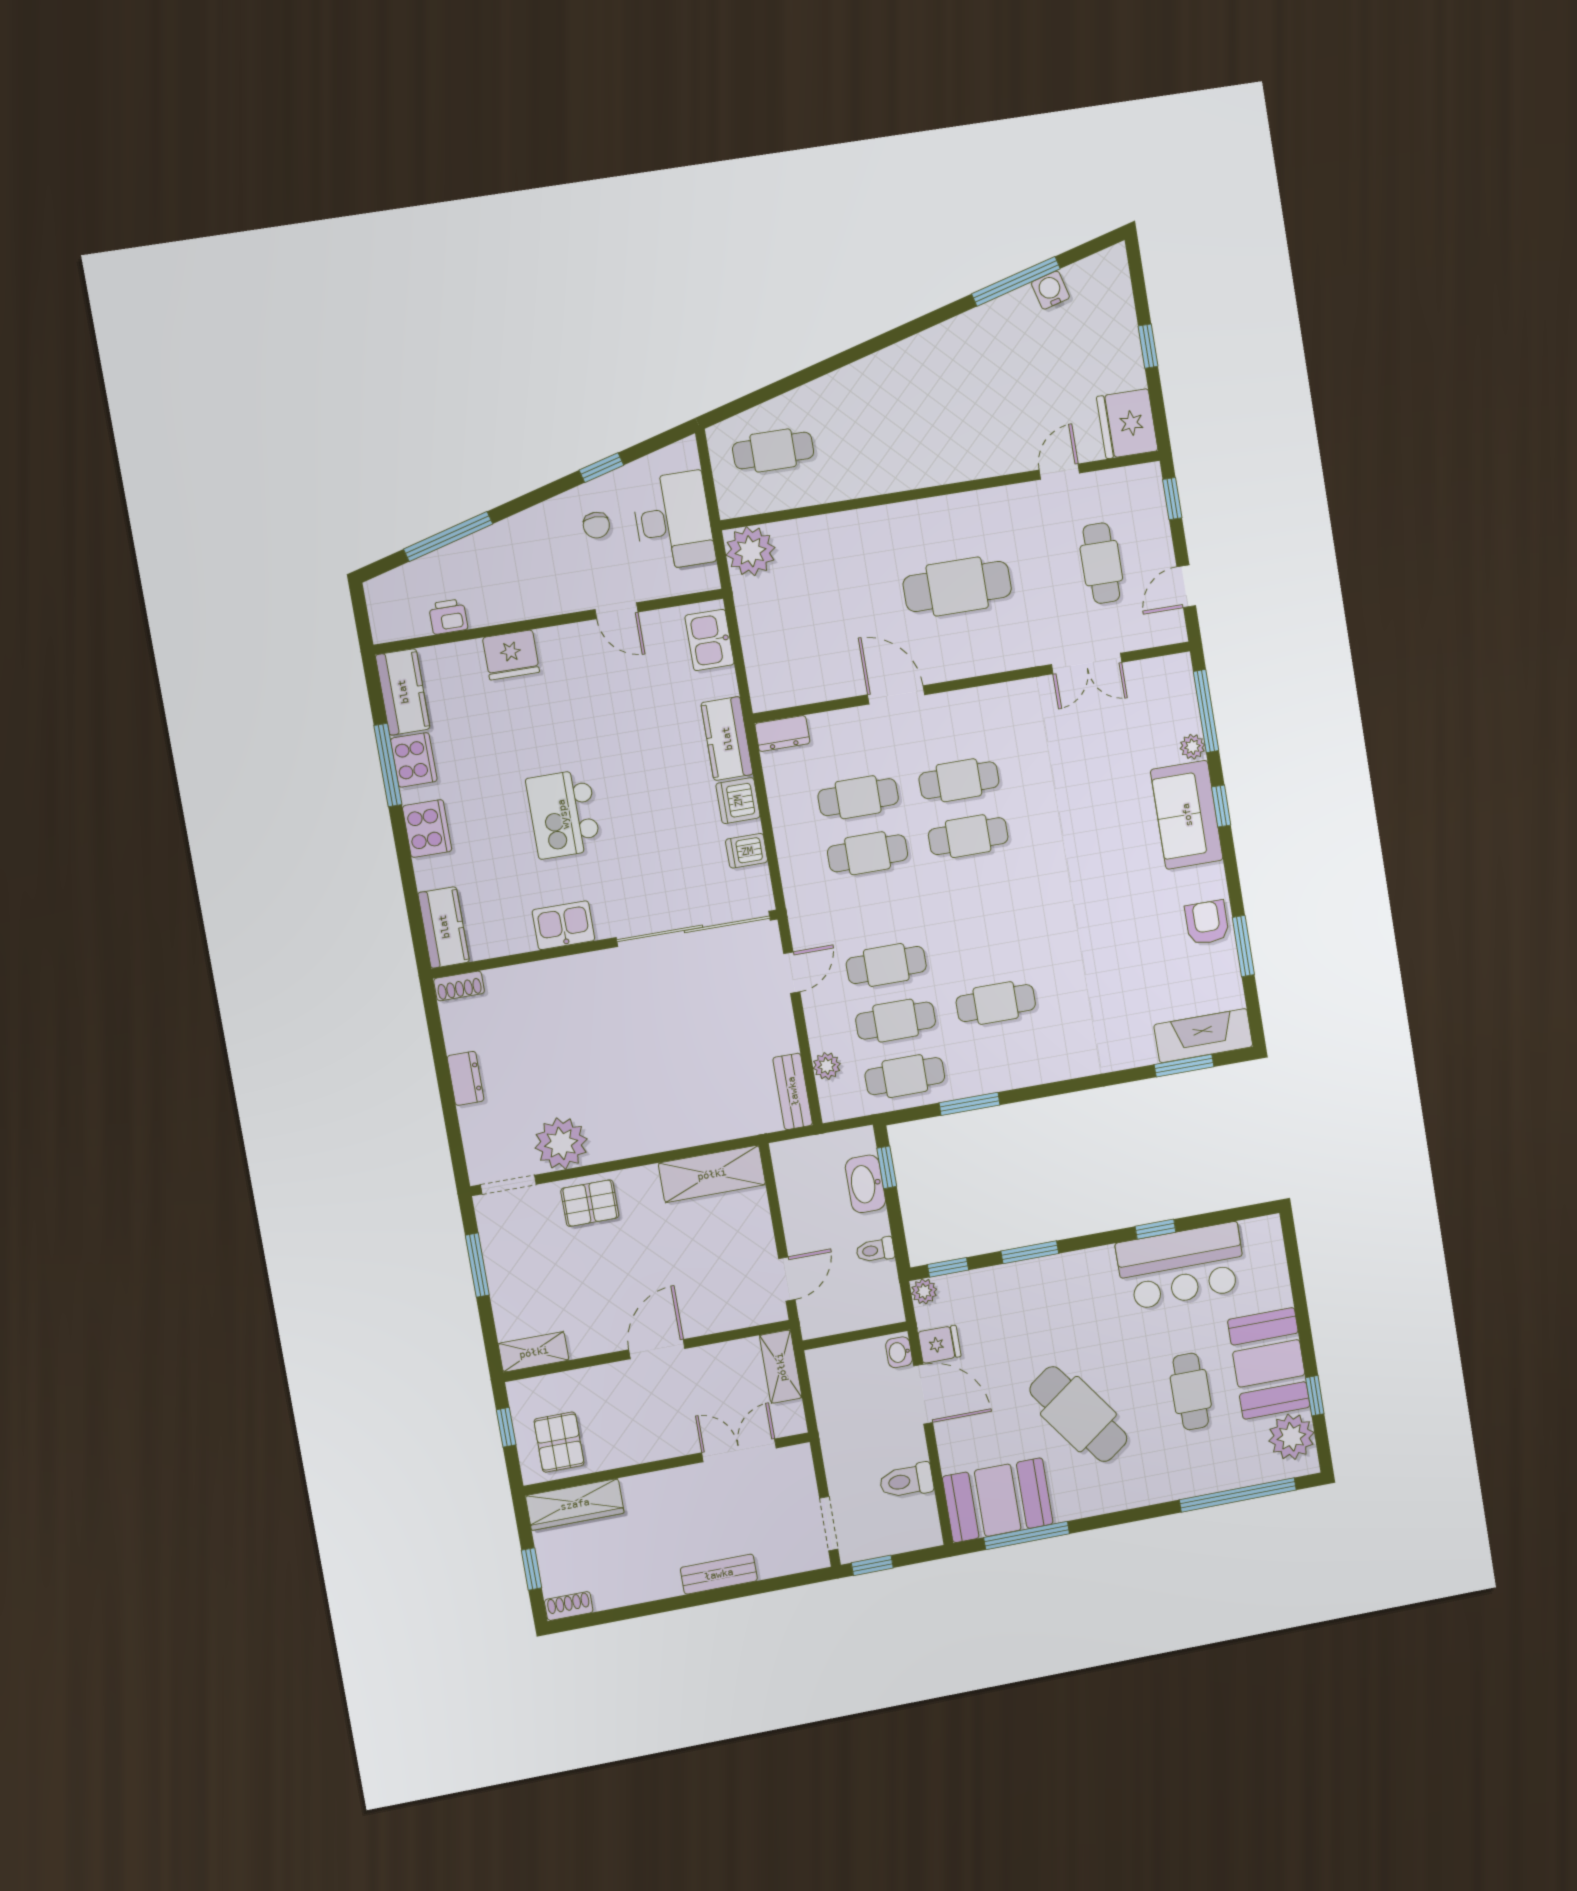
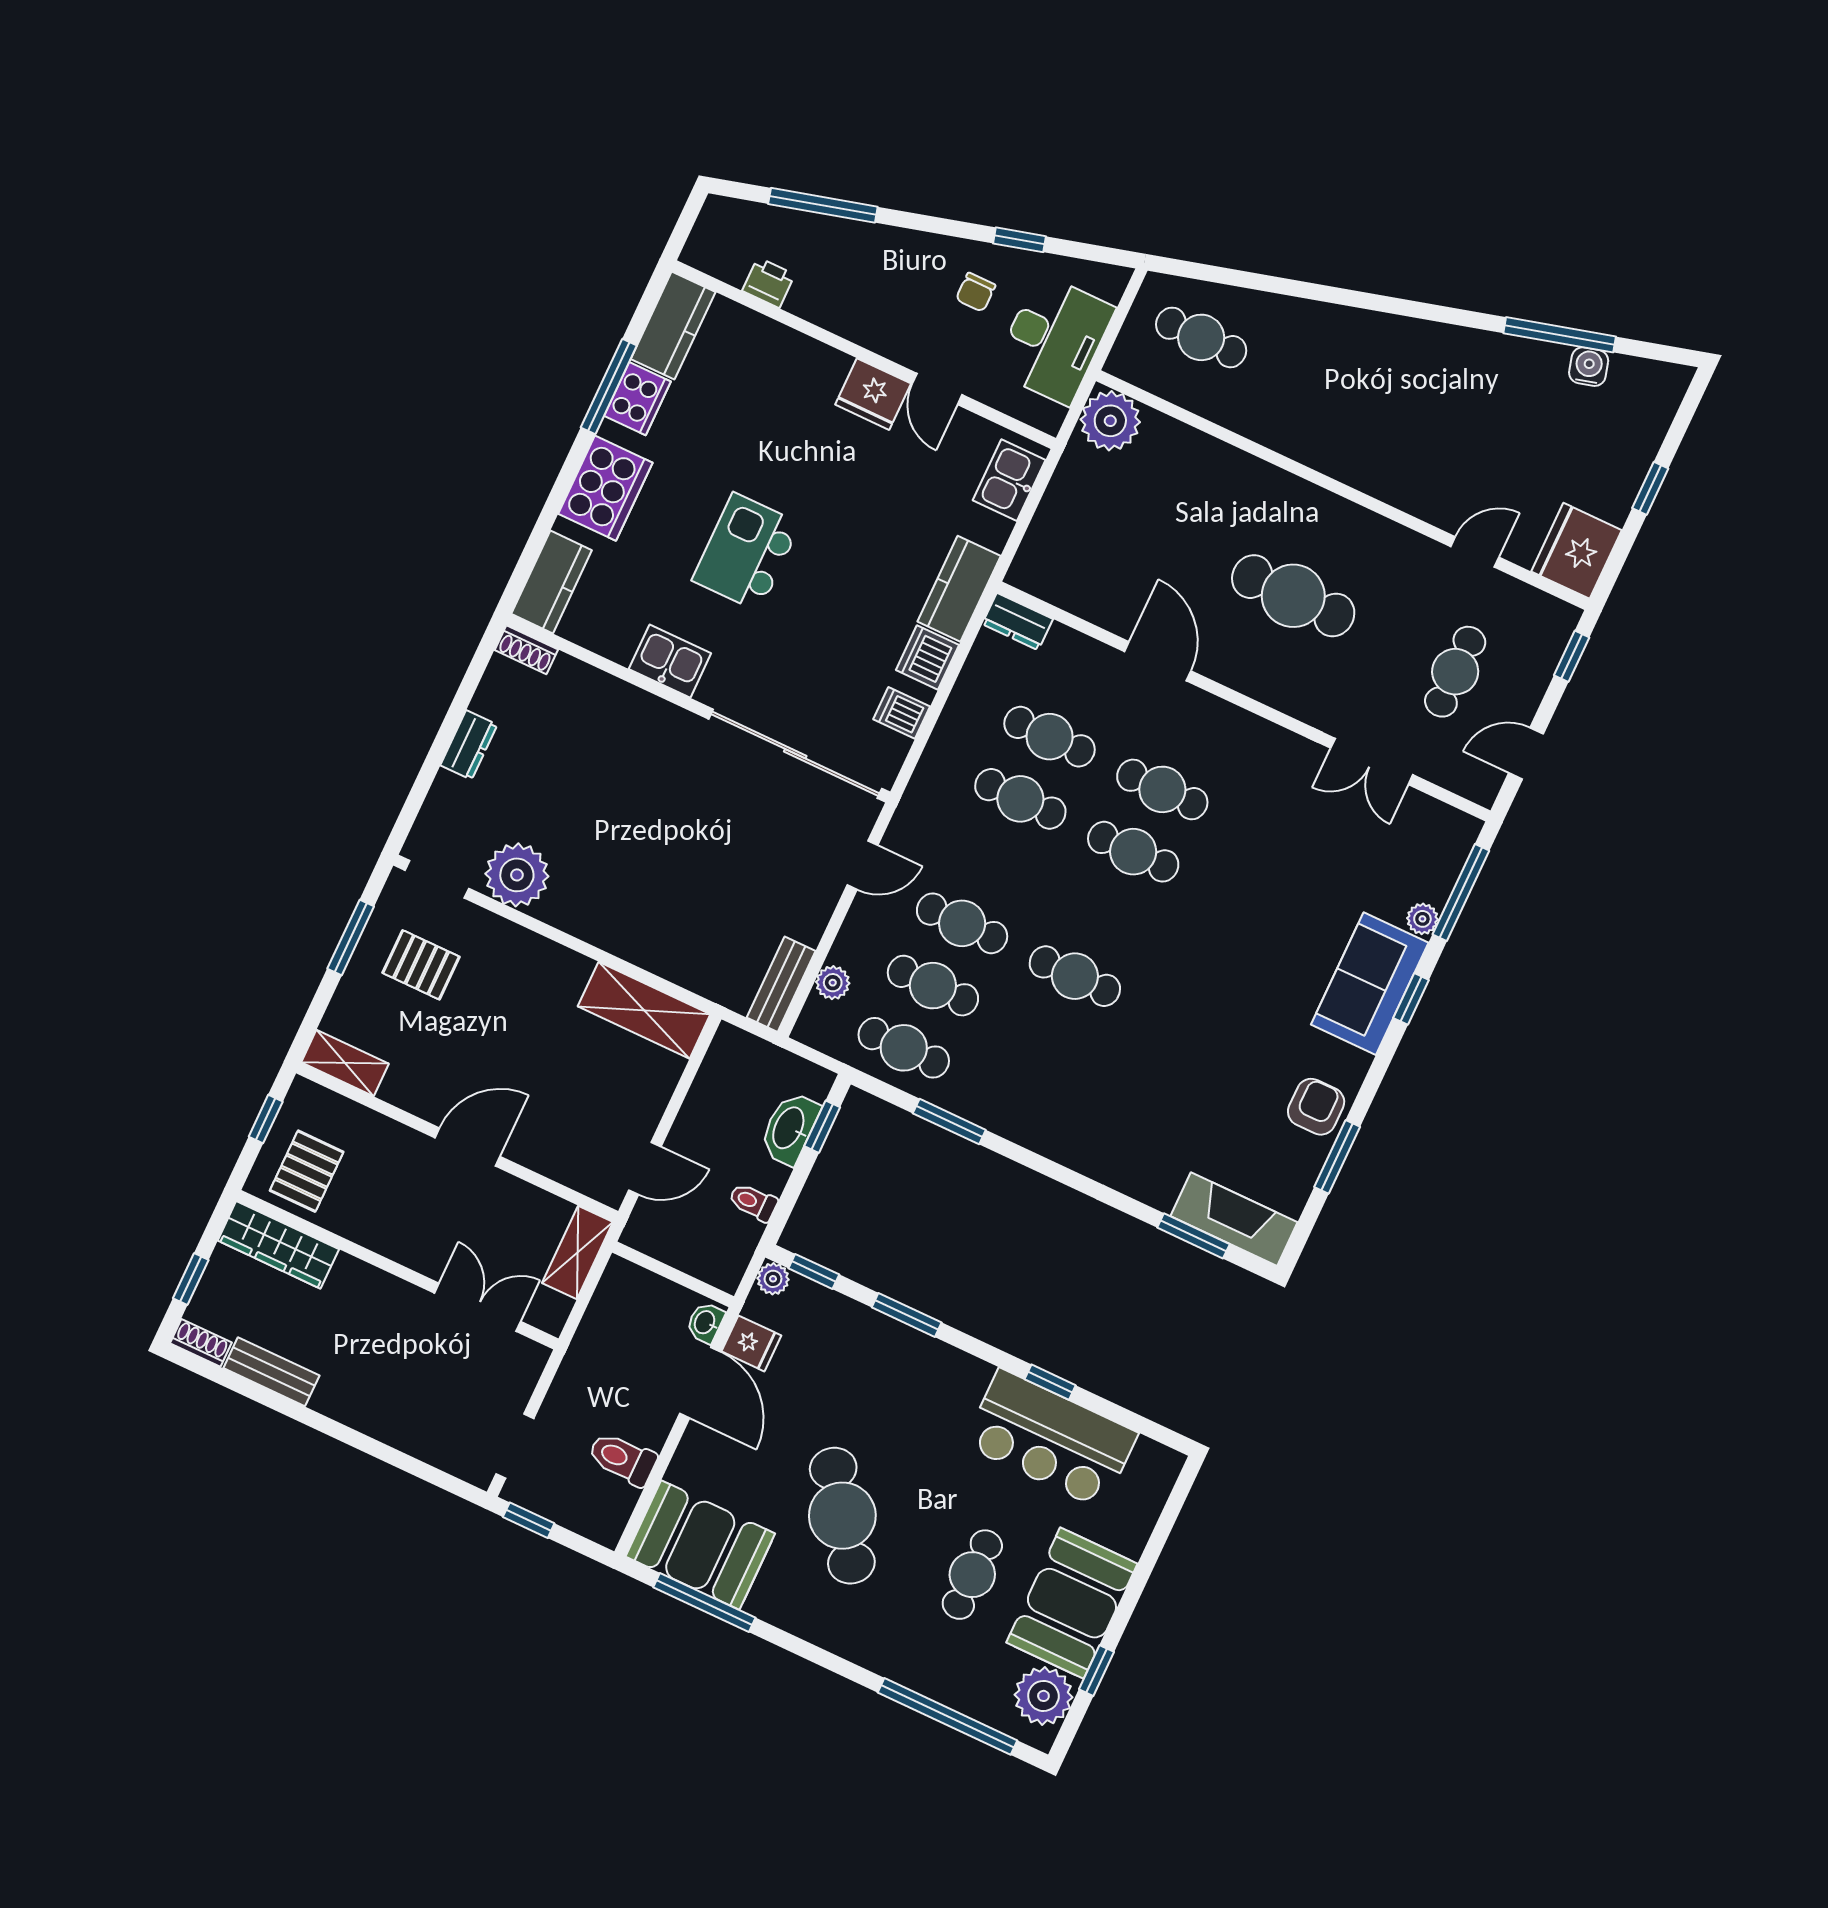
fridge: (511, 655) -> (873, 394), moved
cooker: (427, 828) -> (605, 488), width x1.37, depth x1.31
cafe table: (996, 1003) -> (1075, 976), moved
pallet: (590, 1203) -> (421, 965), moved
bench: (719, 1574) -> (271, 1372), moved

